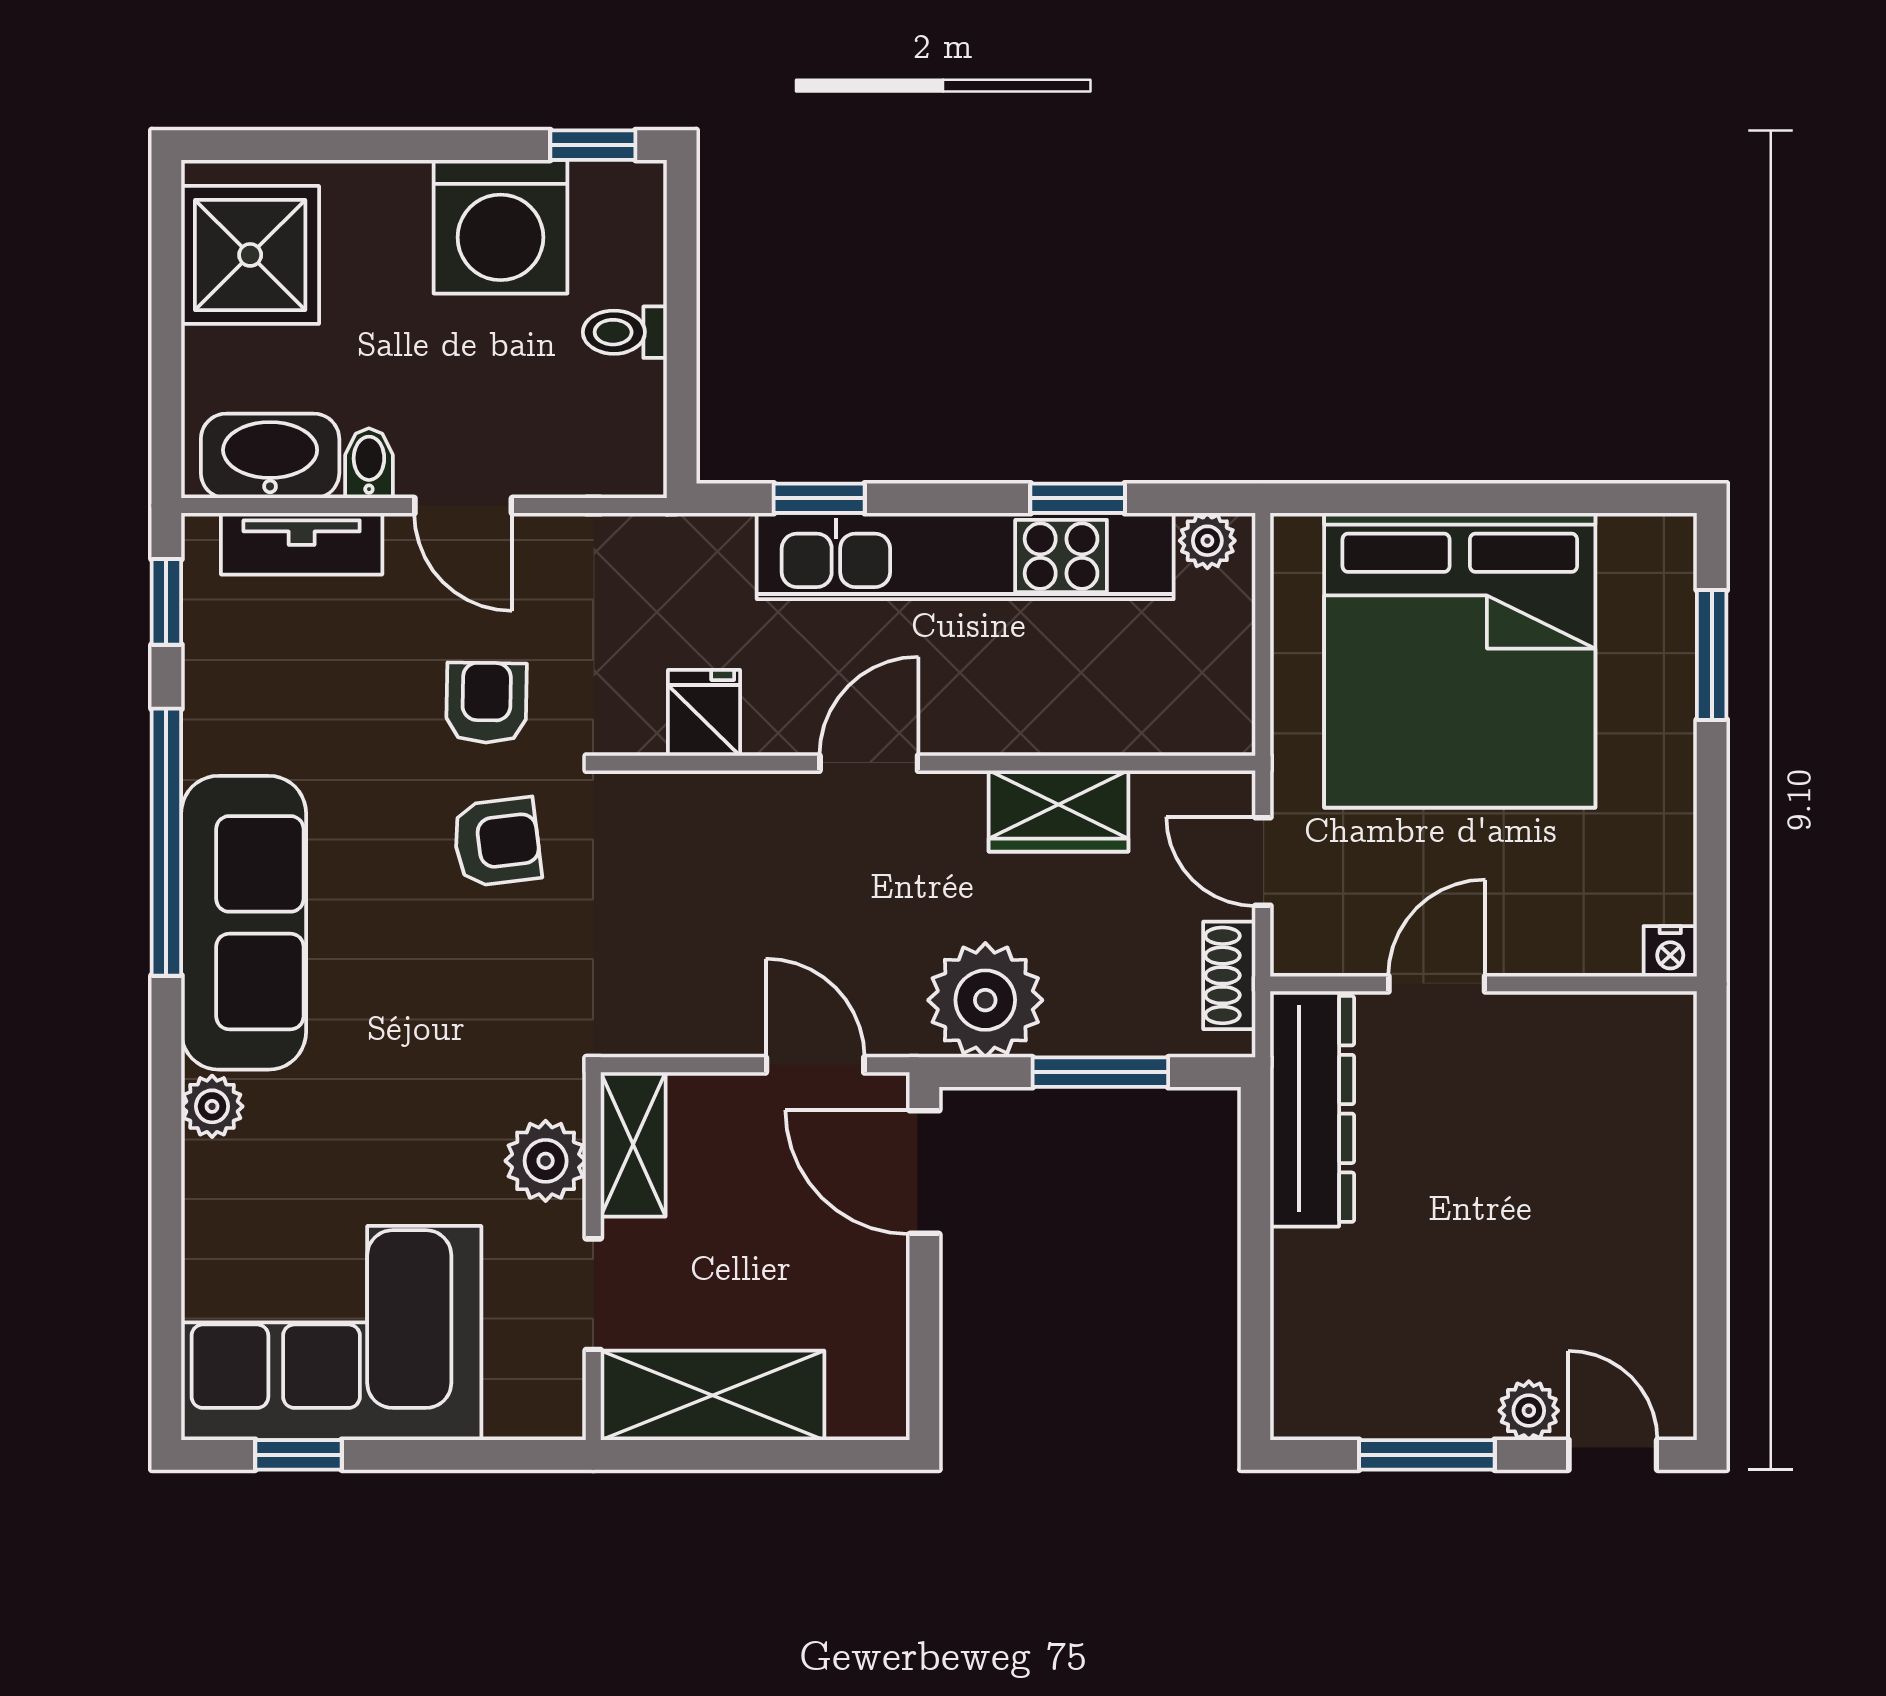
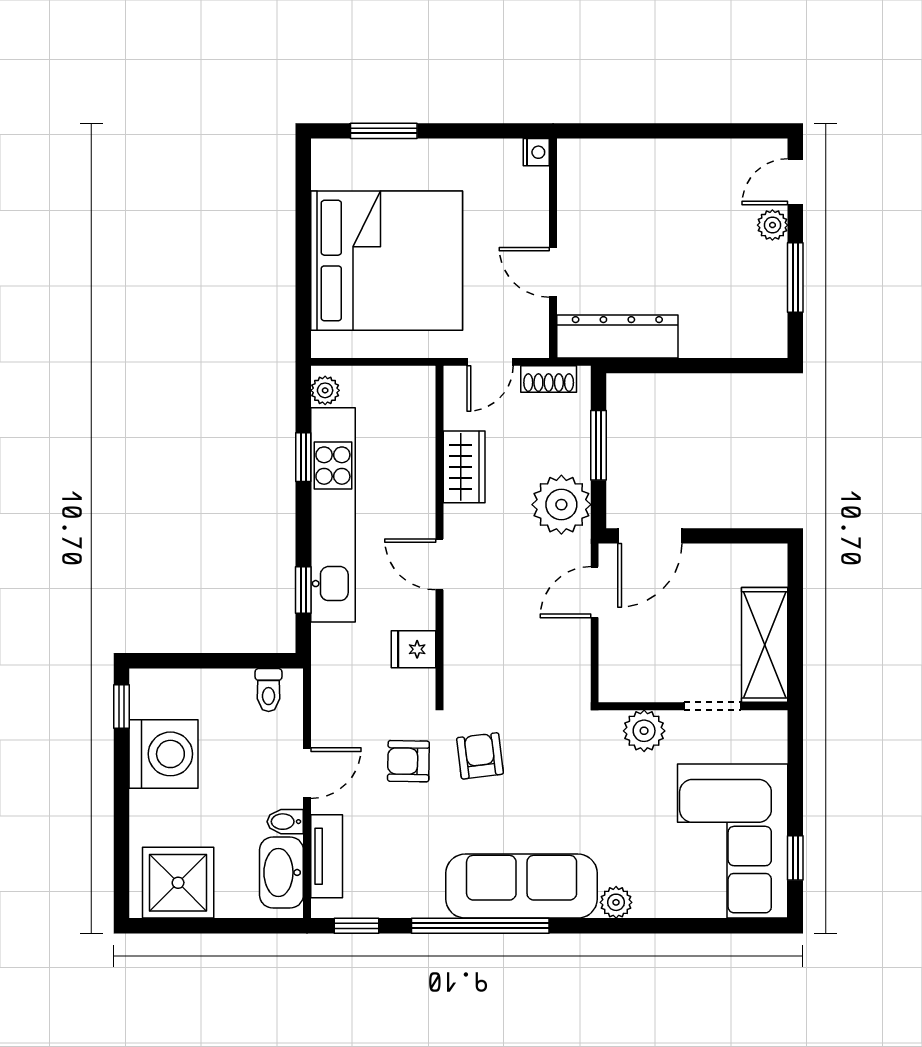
toilet: (625, 332) -> (269, 690), moved
shelving: (633, 1144) -> (636, 686), removed

